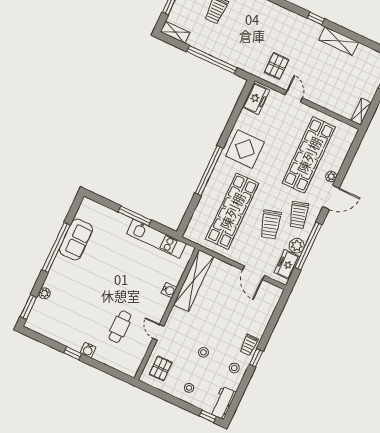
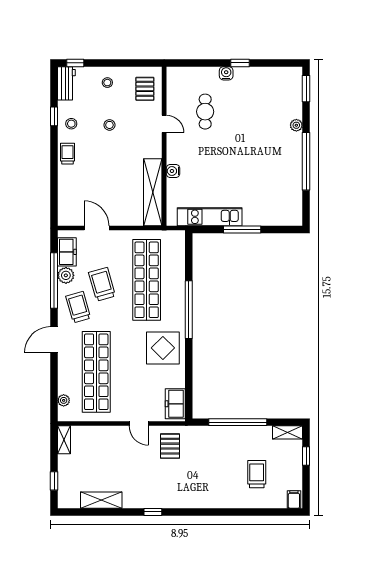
shelving: (339, 41) -> (101, 500), moved
plant: (331, 177) -> (64, 400), moved
sofa: (76, 240) -> (290, 178), removed
plant: (45, 293) -> (296, 125), moved
window: (256, 358) -> (54, 116), moved

